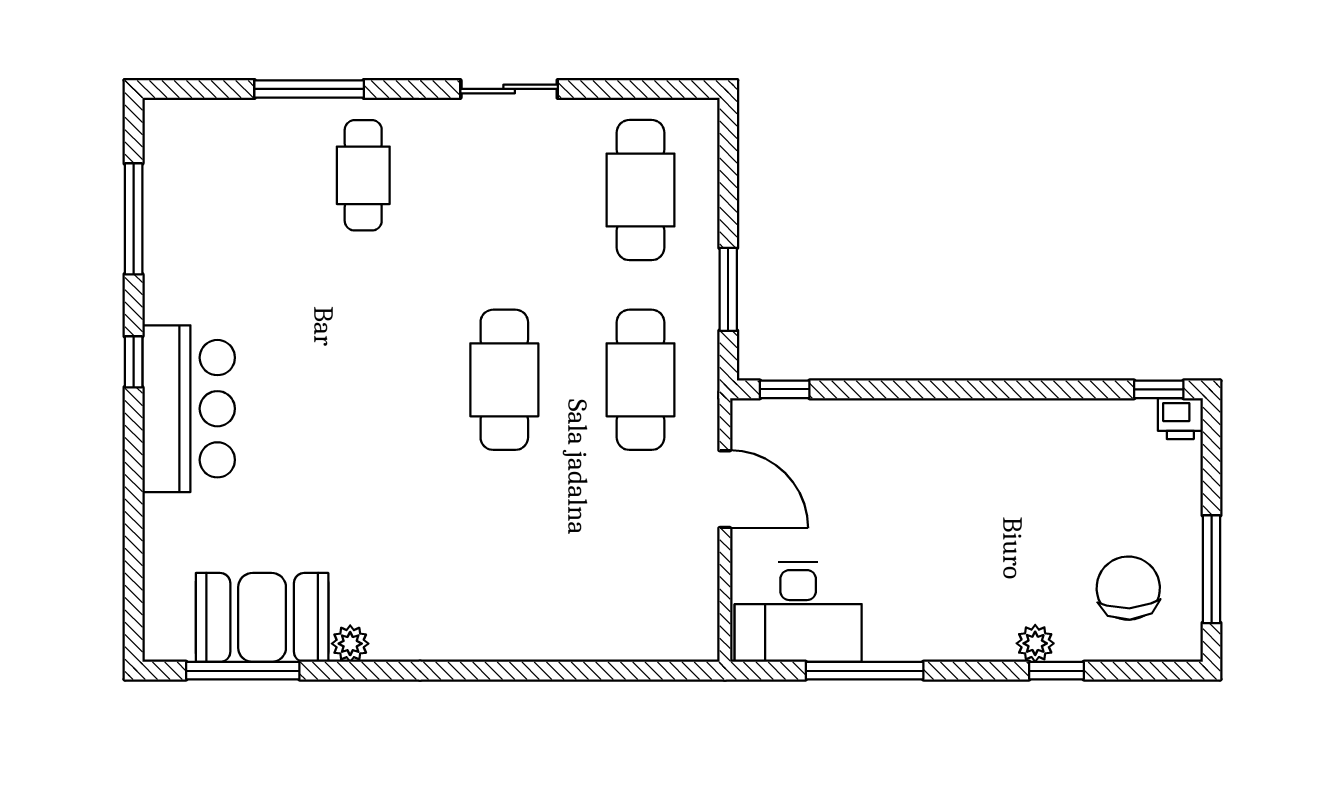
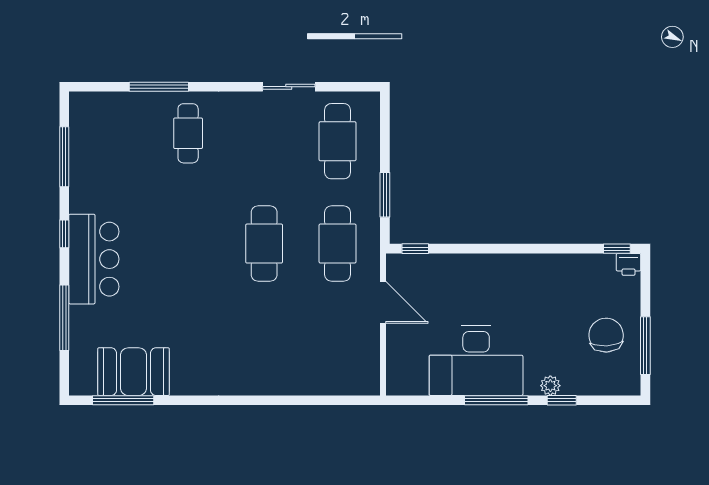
sliding door: (509, 89) -> (289, 87), moved
window: (134, 518) -> (64, 318), added
chair: (1128, 588) -> (606, 335), moved
desk: (798, 612) -> (476, 361), moved, width x1.36, depth x1.30
plant: (350, 644) -> (181, 386), removed
window: (865, 671) -> (496, 400), moved

